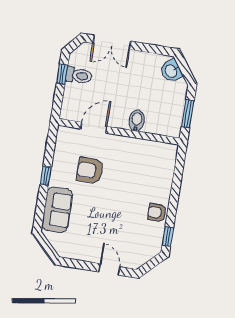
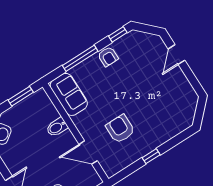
armchair: (90, 171) -> (120, 129), turned 180
window: (176, 189) -> (80, 58), added
sofa: (57, 210) -> (69, 94), moved, turned 90

